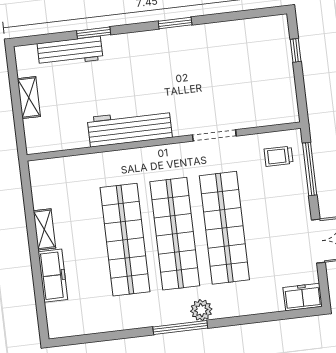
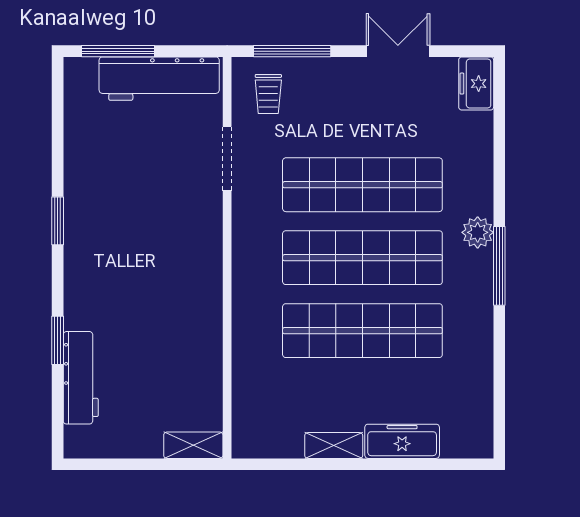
window: (296, 50) -> (118, 51), width x2.17
shelving: (29, 98) -> (193, 445), moved
workbench: (130, 128) -> (159, 79), moved, turned -90
doorway: (214, 135) -> (227, 159), moved

